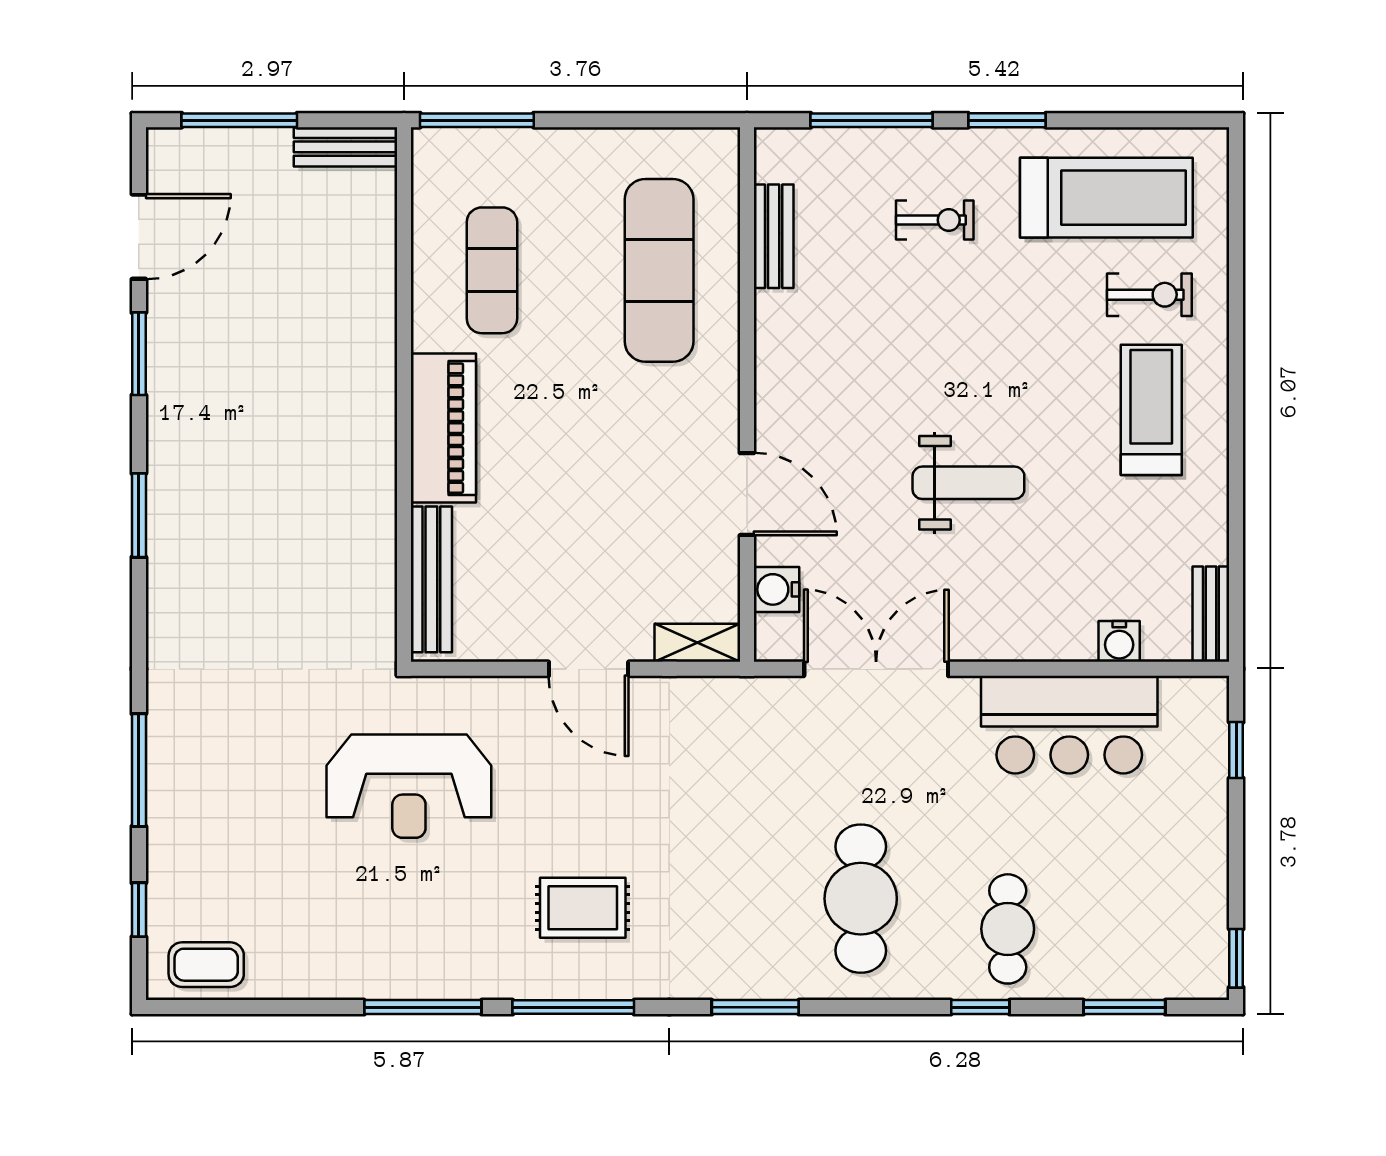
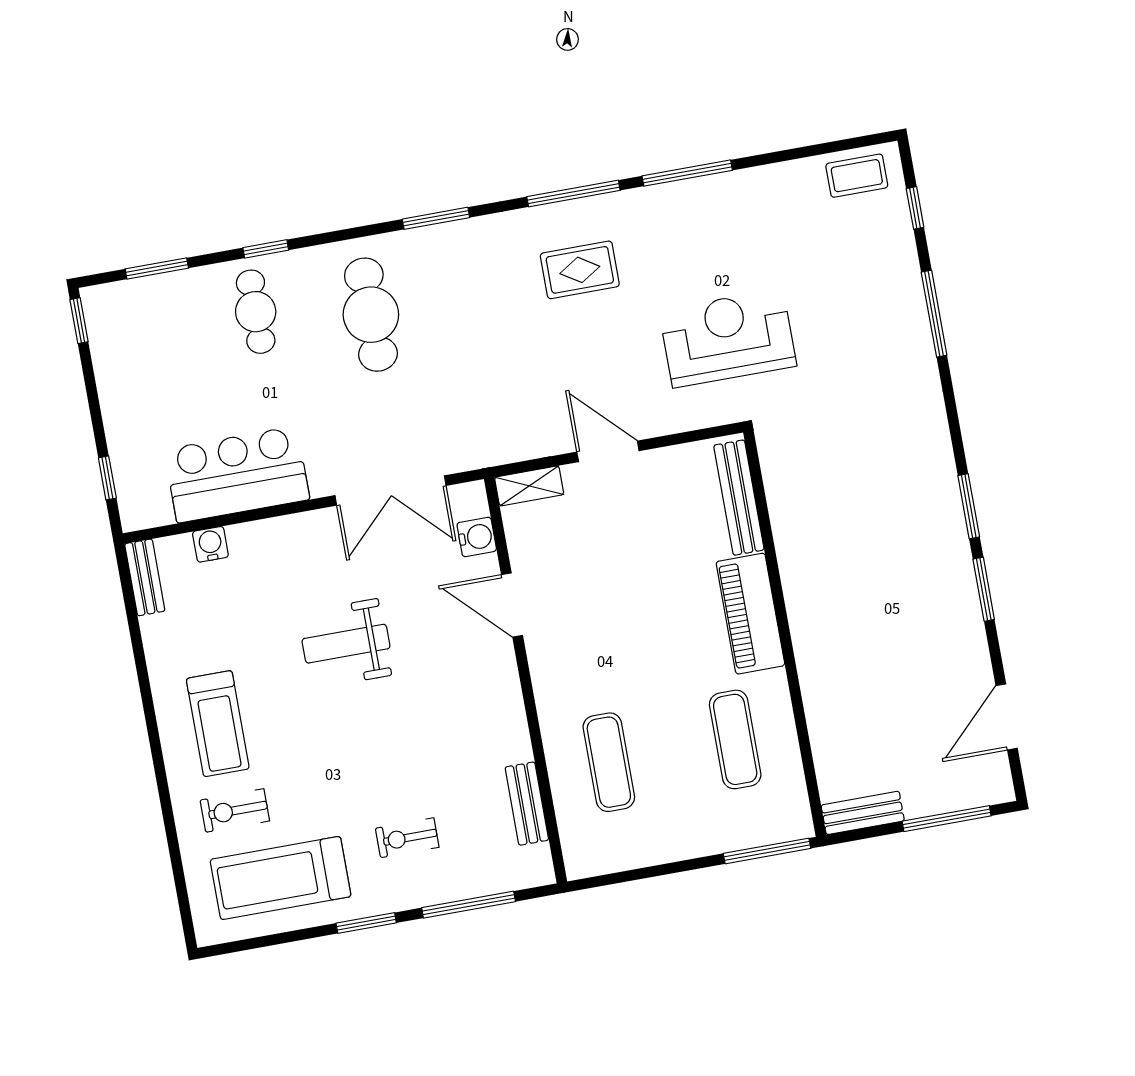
exercise mat: (659, 270) -> (609, 762), width x0.73, depth x0.69
window: (139, 354) -> (984, 589), moved

